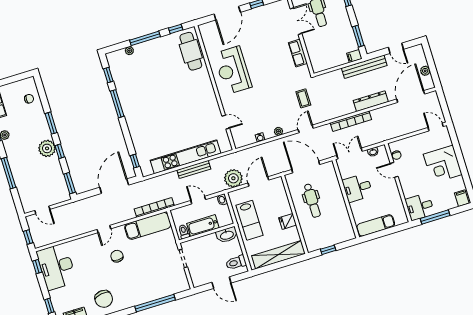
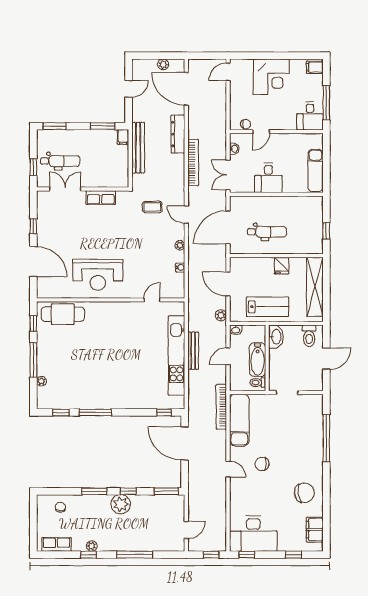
bench: (364, 67) -> (138, 148), moved
plant: (233, 178) -> (221, 315), width x0.53, depth x0.53

